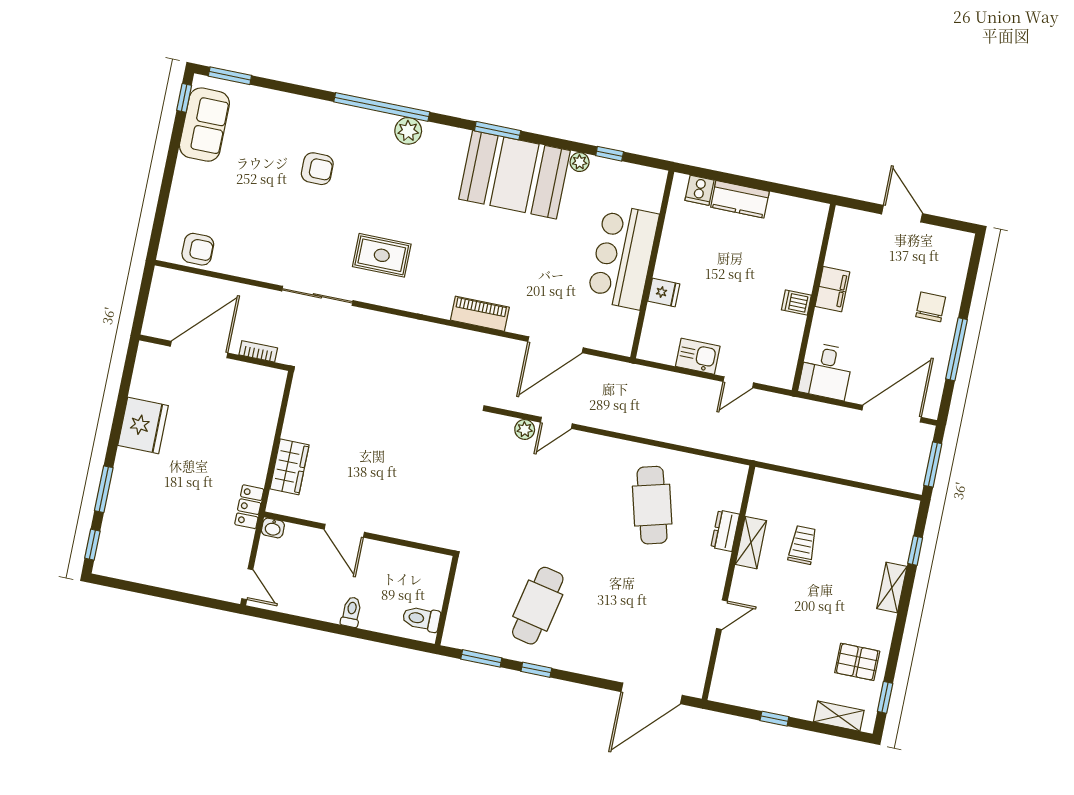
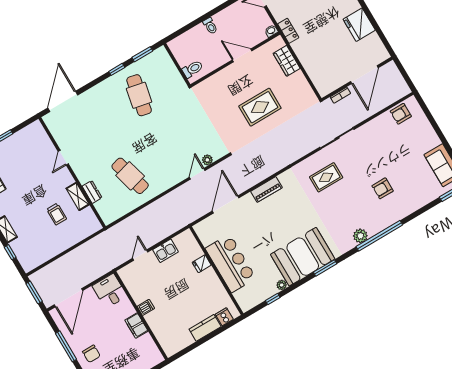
rug: (385, 436) -> (260, 107), added
toilet: (421, 619) -> (193, 69), moved

